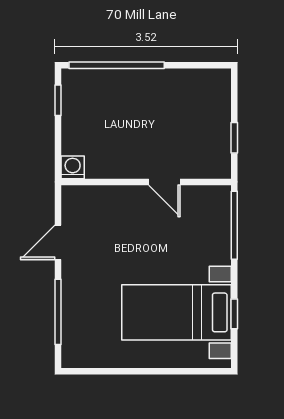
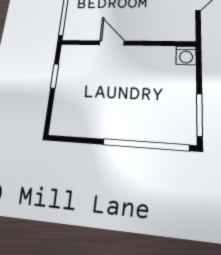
window: (58, 100) -> (199, 115), width x1.50

